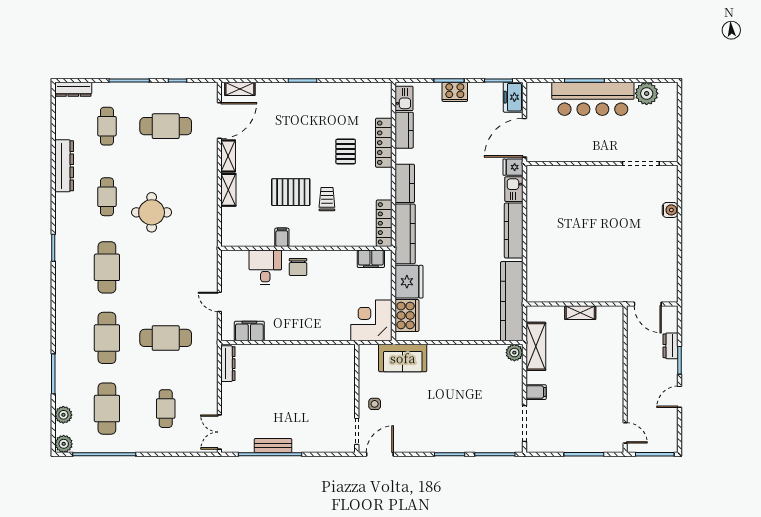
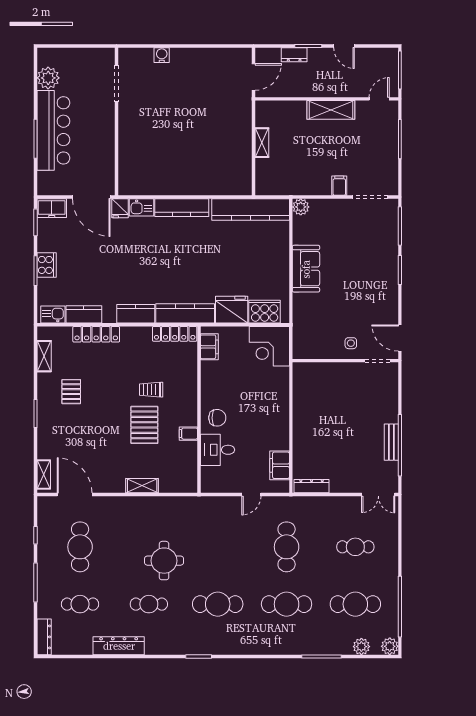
pallet: (346, 152) -> (71, 392), moved, turned 90
shelving: (228, 156) -> (44, 356), moved, turned 90
shelving: (536, 346) -> (331, 110), moved
sofa: (403, 358) -> (306, 269), moved

